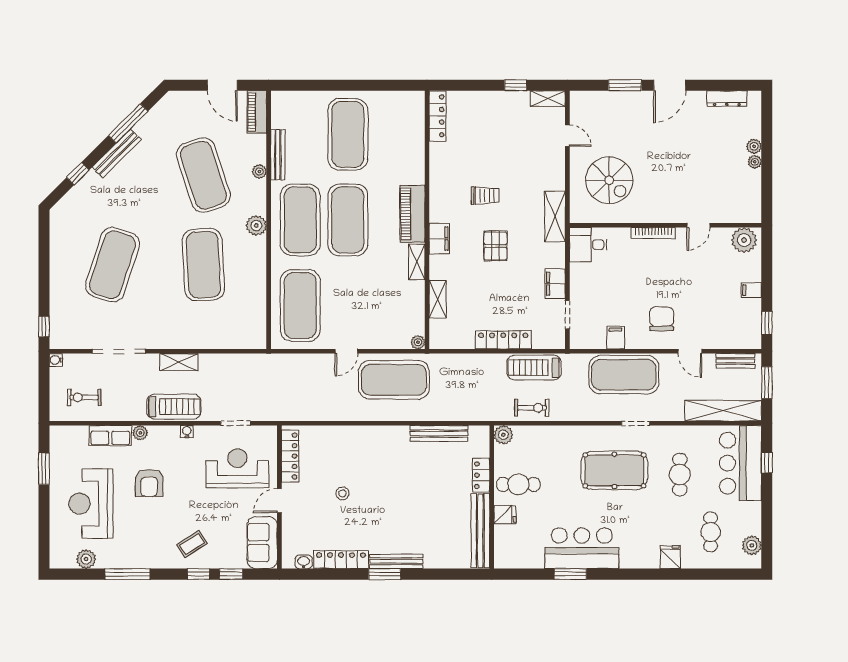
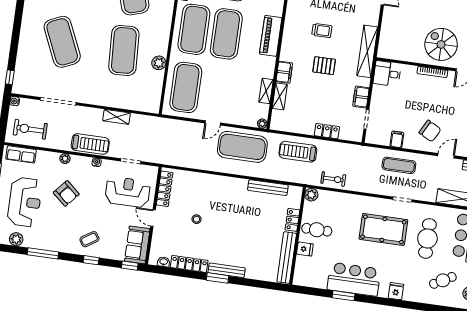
spiral stairs: (609, 180) -> (441, 44), moved, turned 180
shelving: (555, 217) -> (367, 51), width x1.47
plant: (256, 226) -> (159, 63), moved
filing cabinet: (439, 239) -> (284, 72), moved
pallet: (495, 246) -> (324, 66), turned 90
shelving: (417, 262) -> (266, 91), moved
exercise mat: (112, 265) -> (62, 42), turned -42
chair: (662, 319) -> (430, 131), turned 118
locker: (503, 340) -> (327, 131), width x0.66
door: (690, 351) -> (446, 156), swing flipped
shelving: (179, 362) -> (117, 117), moved
treadmill: (534, 368) -> (298, 152), moved
exercise mat: (624, 375) -> (399, 165), width x0.50, depth x0.69
exercise bike: (84, 397) -> (30, 129), width x1.38, depth x1.39
row of seats: (110, 436) -> (21, 154), moved
cafe table: (680, 475) -> (427, 238), width x1.37, depth x1.35
armchair: (149, 483) -> (66, 193), turned -49
door: (279, 501) -> (153, 218), hinge flipped
reception desk: (91, 504) -> (25, 202), turned 180
cafe table: (711, 532) -> (443, 280), turned 61
fridge: (670, 557) -> (396, 291), moved
window: (231, 574) -> (130, 266), moved

